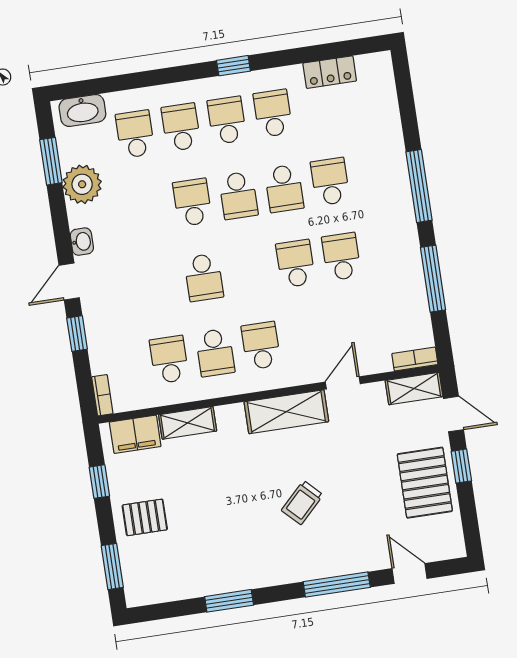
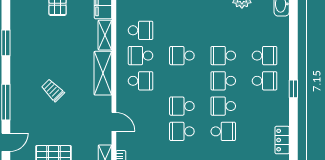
school desk: (273, 113) -> (265, 106), removed
school desk: (135, 134) -> (265, 30), removed
school desk: (192, 202) -> (223, 56), turned 180
school desk: (341, 257) -> (182, 131), turned 180
school desk: (296, 264) -> (182, 106), turned 180
shelving: (286, 412) -> (103, 73), moved

